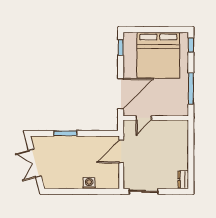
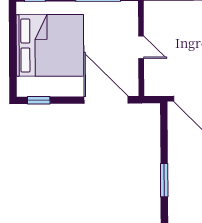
door: (144, 118) -> (141, 47), moved

